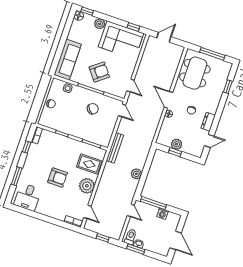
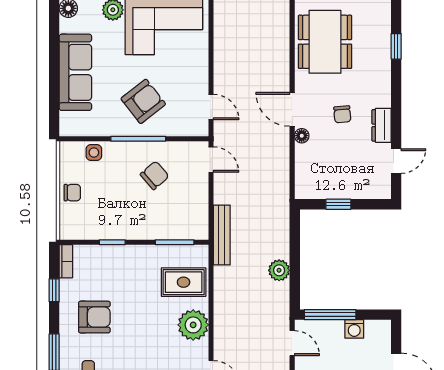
sofa: (68, 60) -> (75, 72), moved
plant: (177, 144) -> (336, 188), removed
armchair: (58, 178) -> (94, 317), moved

